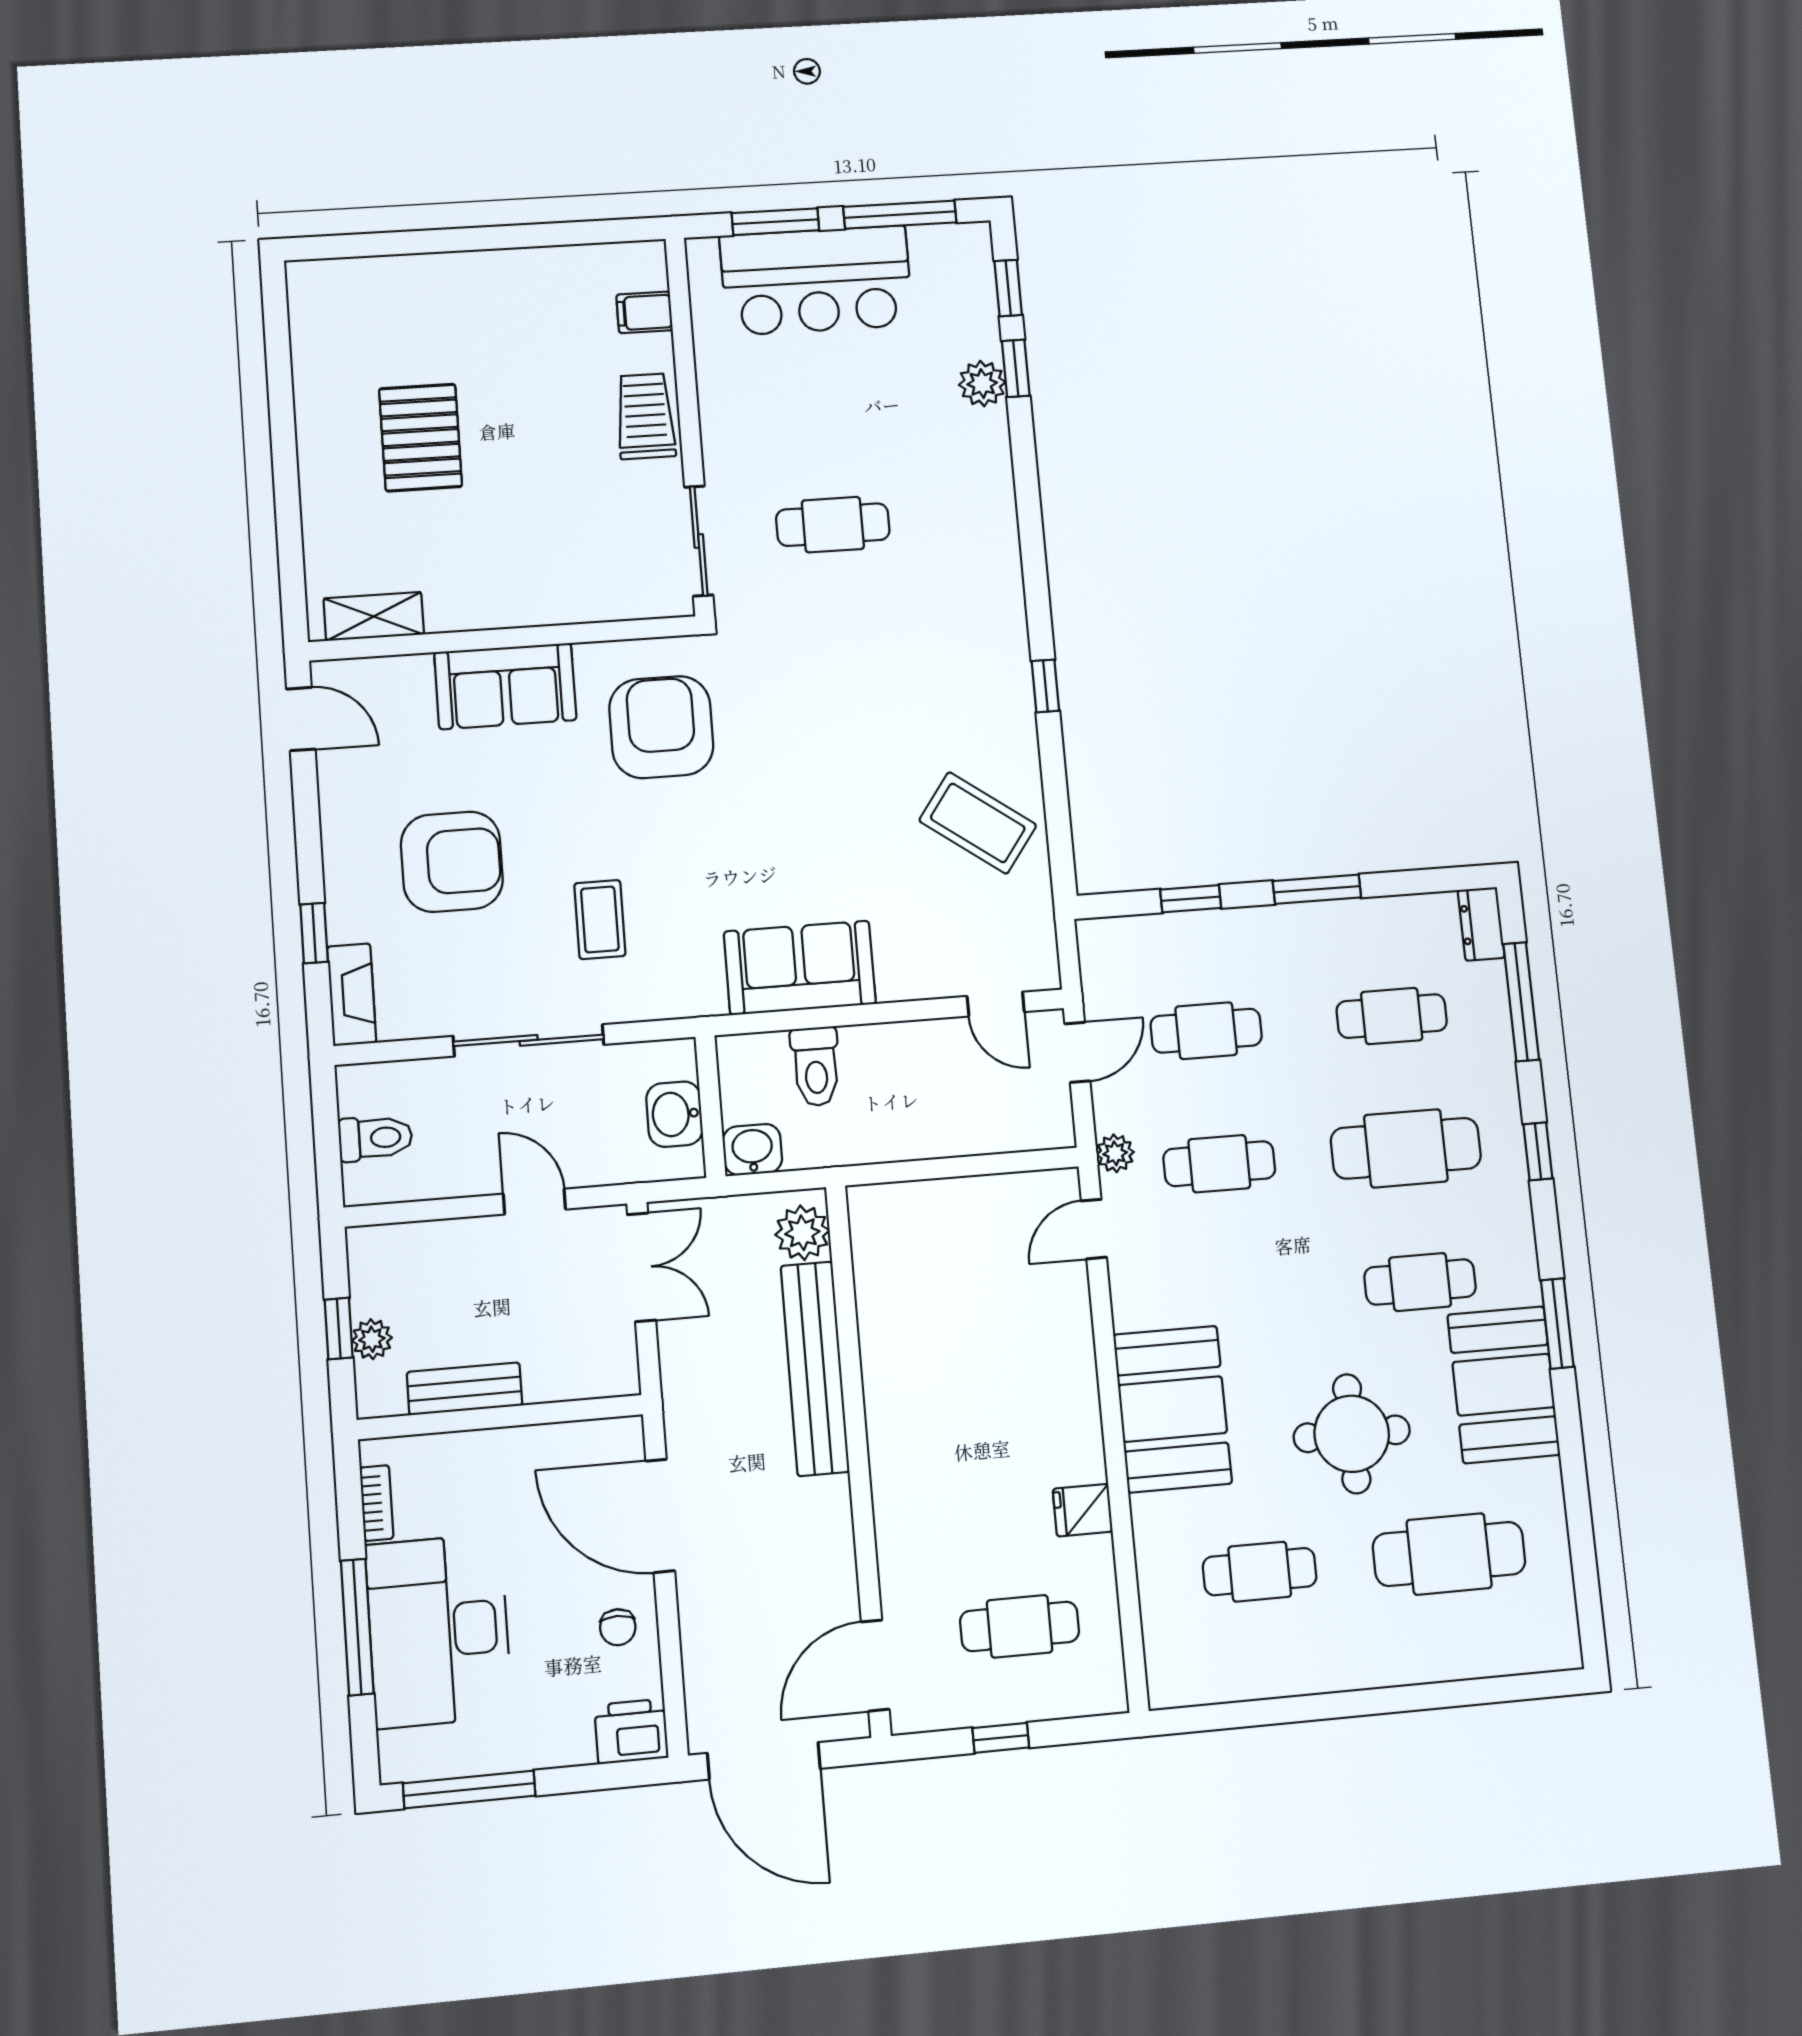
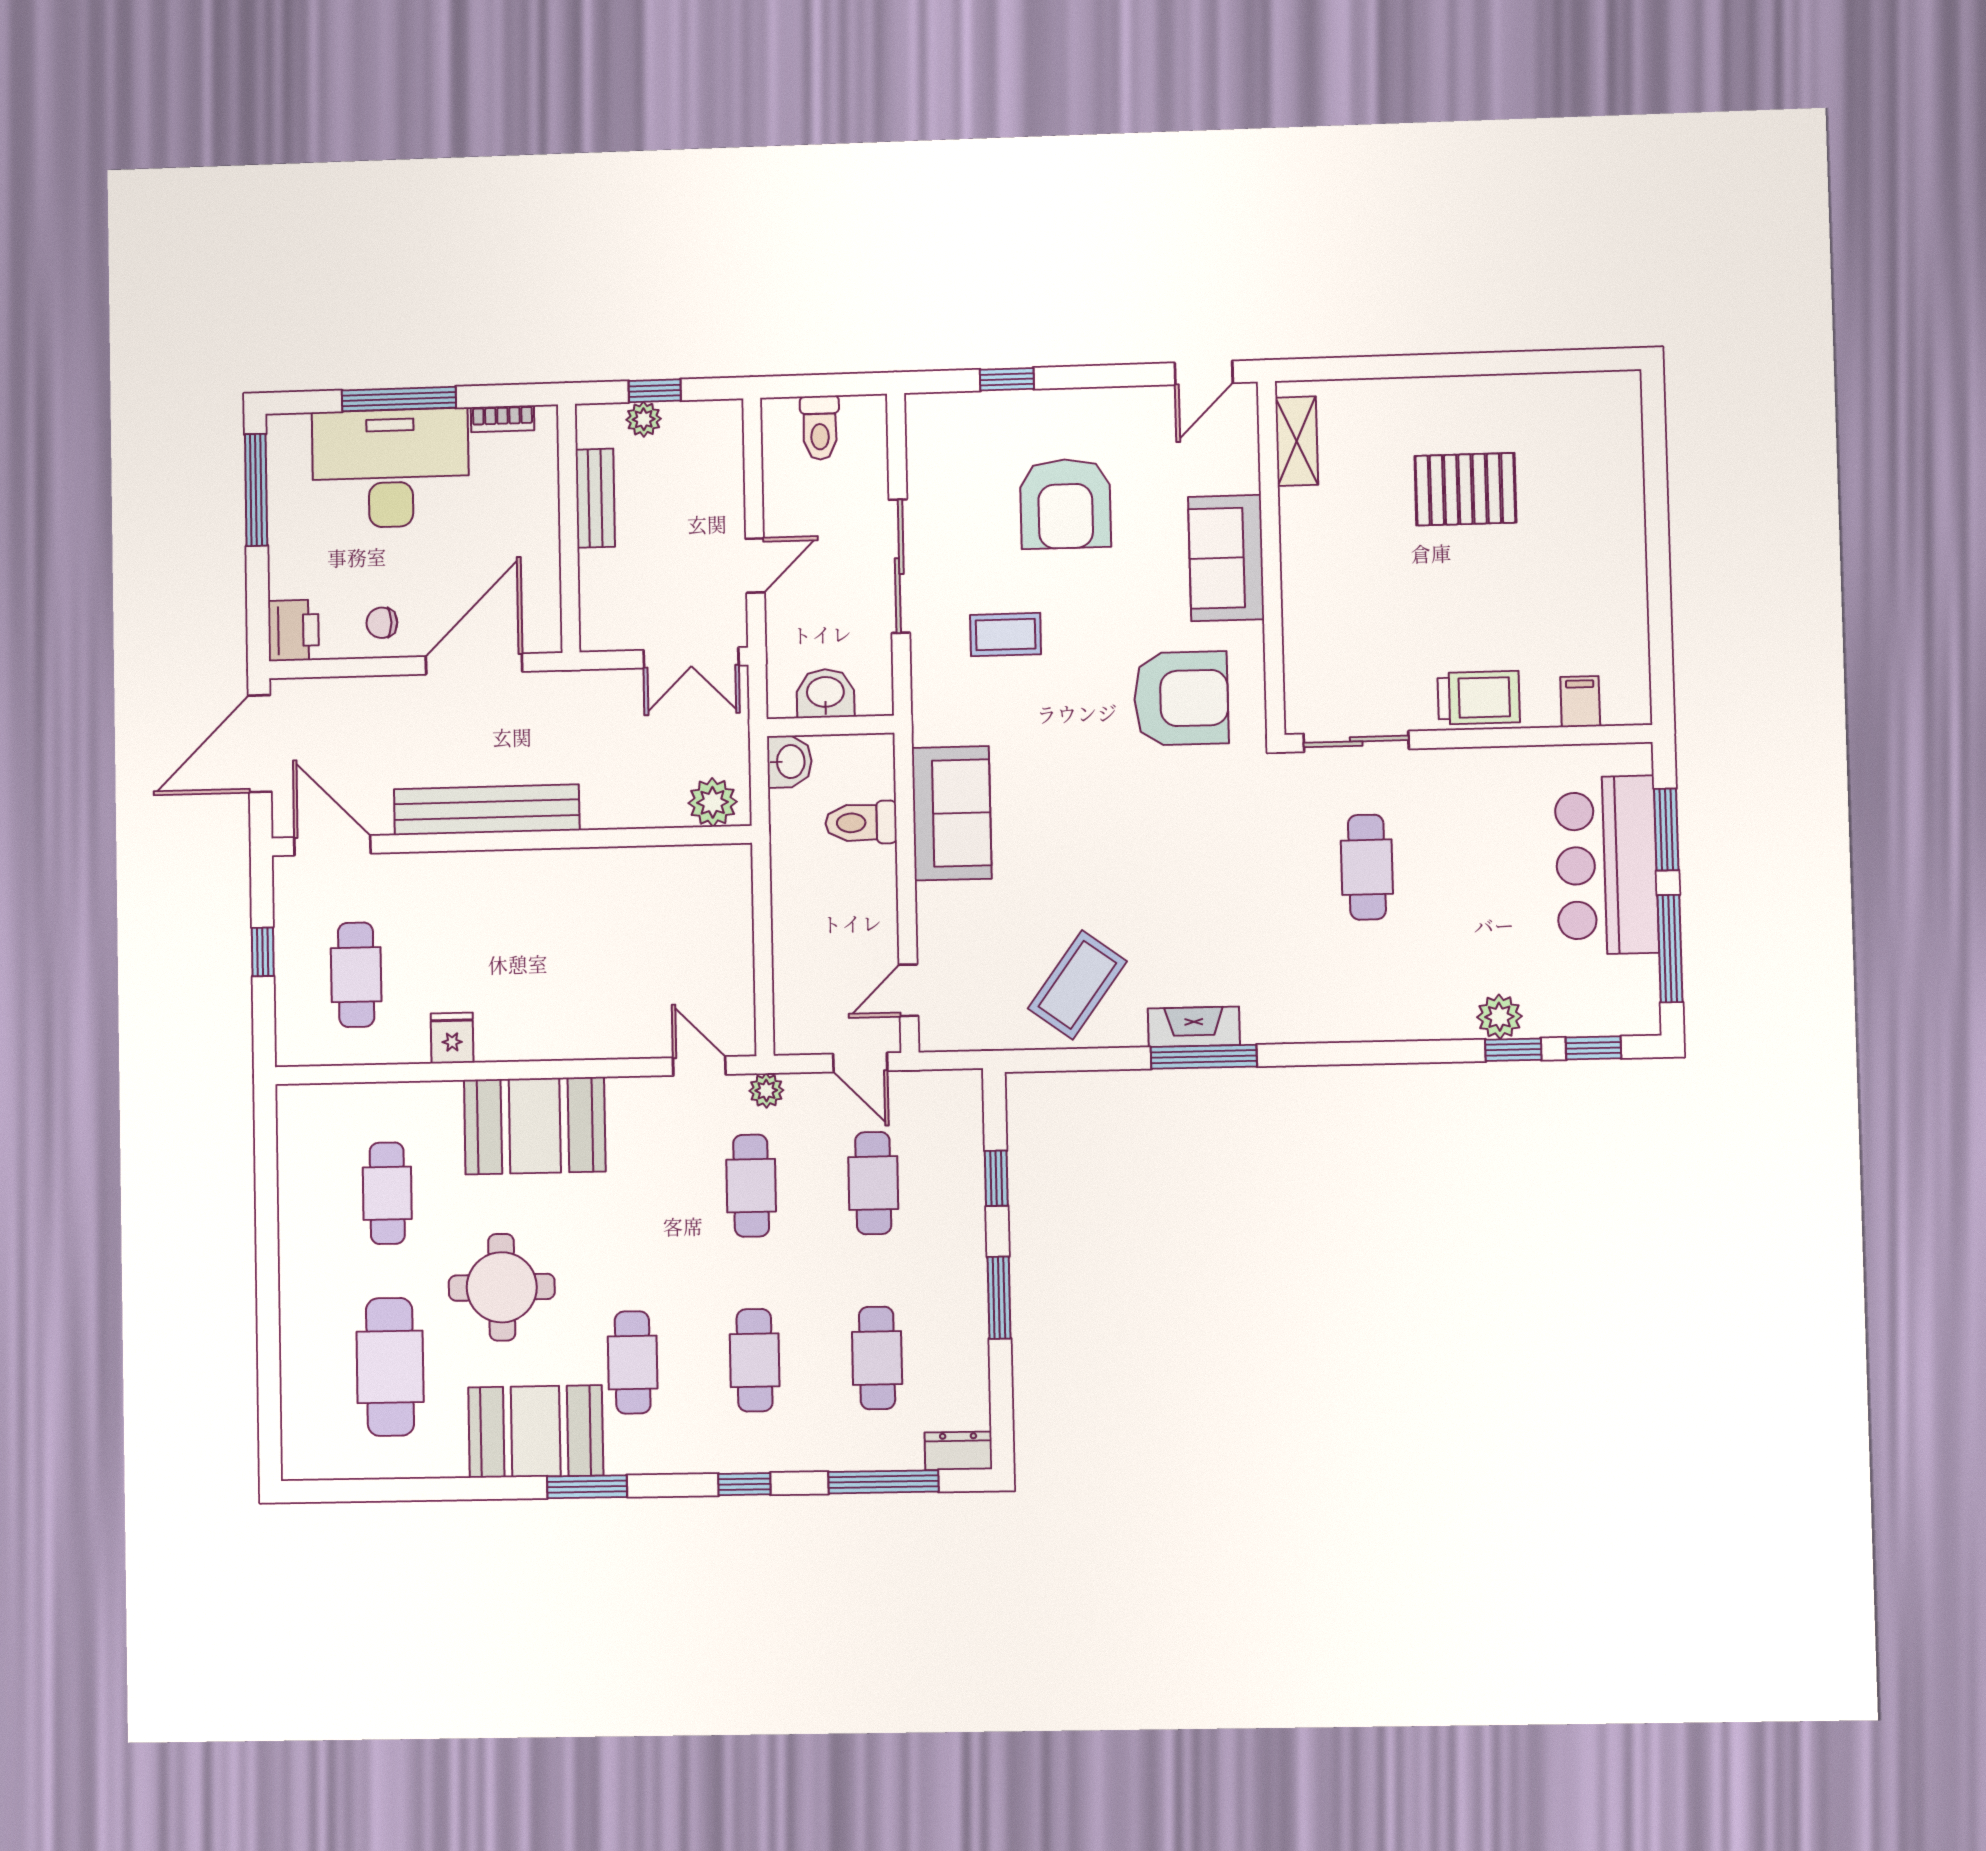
window: (1045, 686) -> (1204, 1057), width x2.17
fireplace: (352, 995) -> (1194, 1027), moved, turned 180
cafe table: (1406, 1148) -> (755, 1360), width x0.73, depth x0.74
bench: (815, 1369) -> (487, 810), moved

